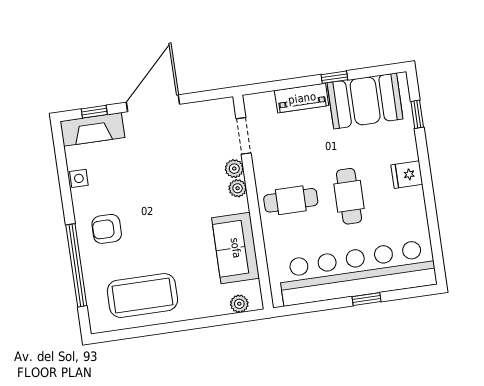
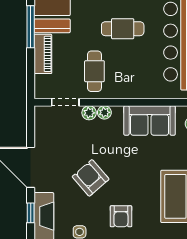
window: (334, 77) -> (31, 27), width x2.17
armchair: (151, 183) -> (91, 178), added
cafe table: (291, 200) -> (94, 71), moved

